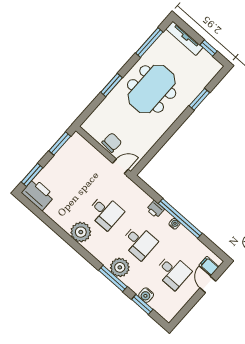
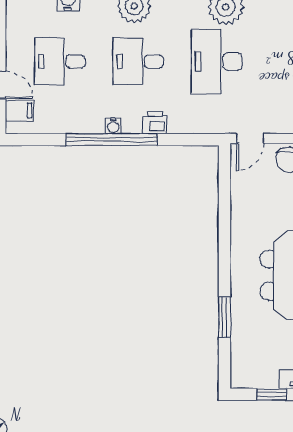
desk: (105, 212) -> (217, 62), width x1.37

